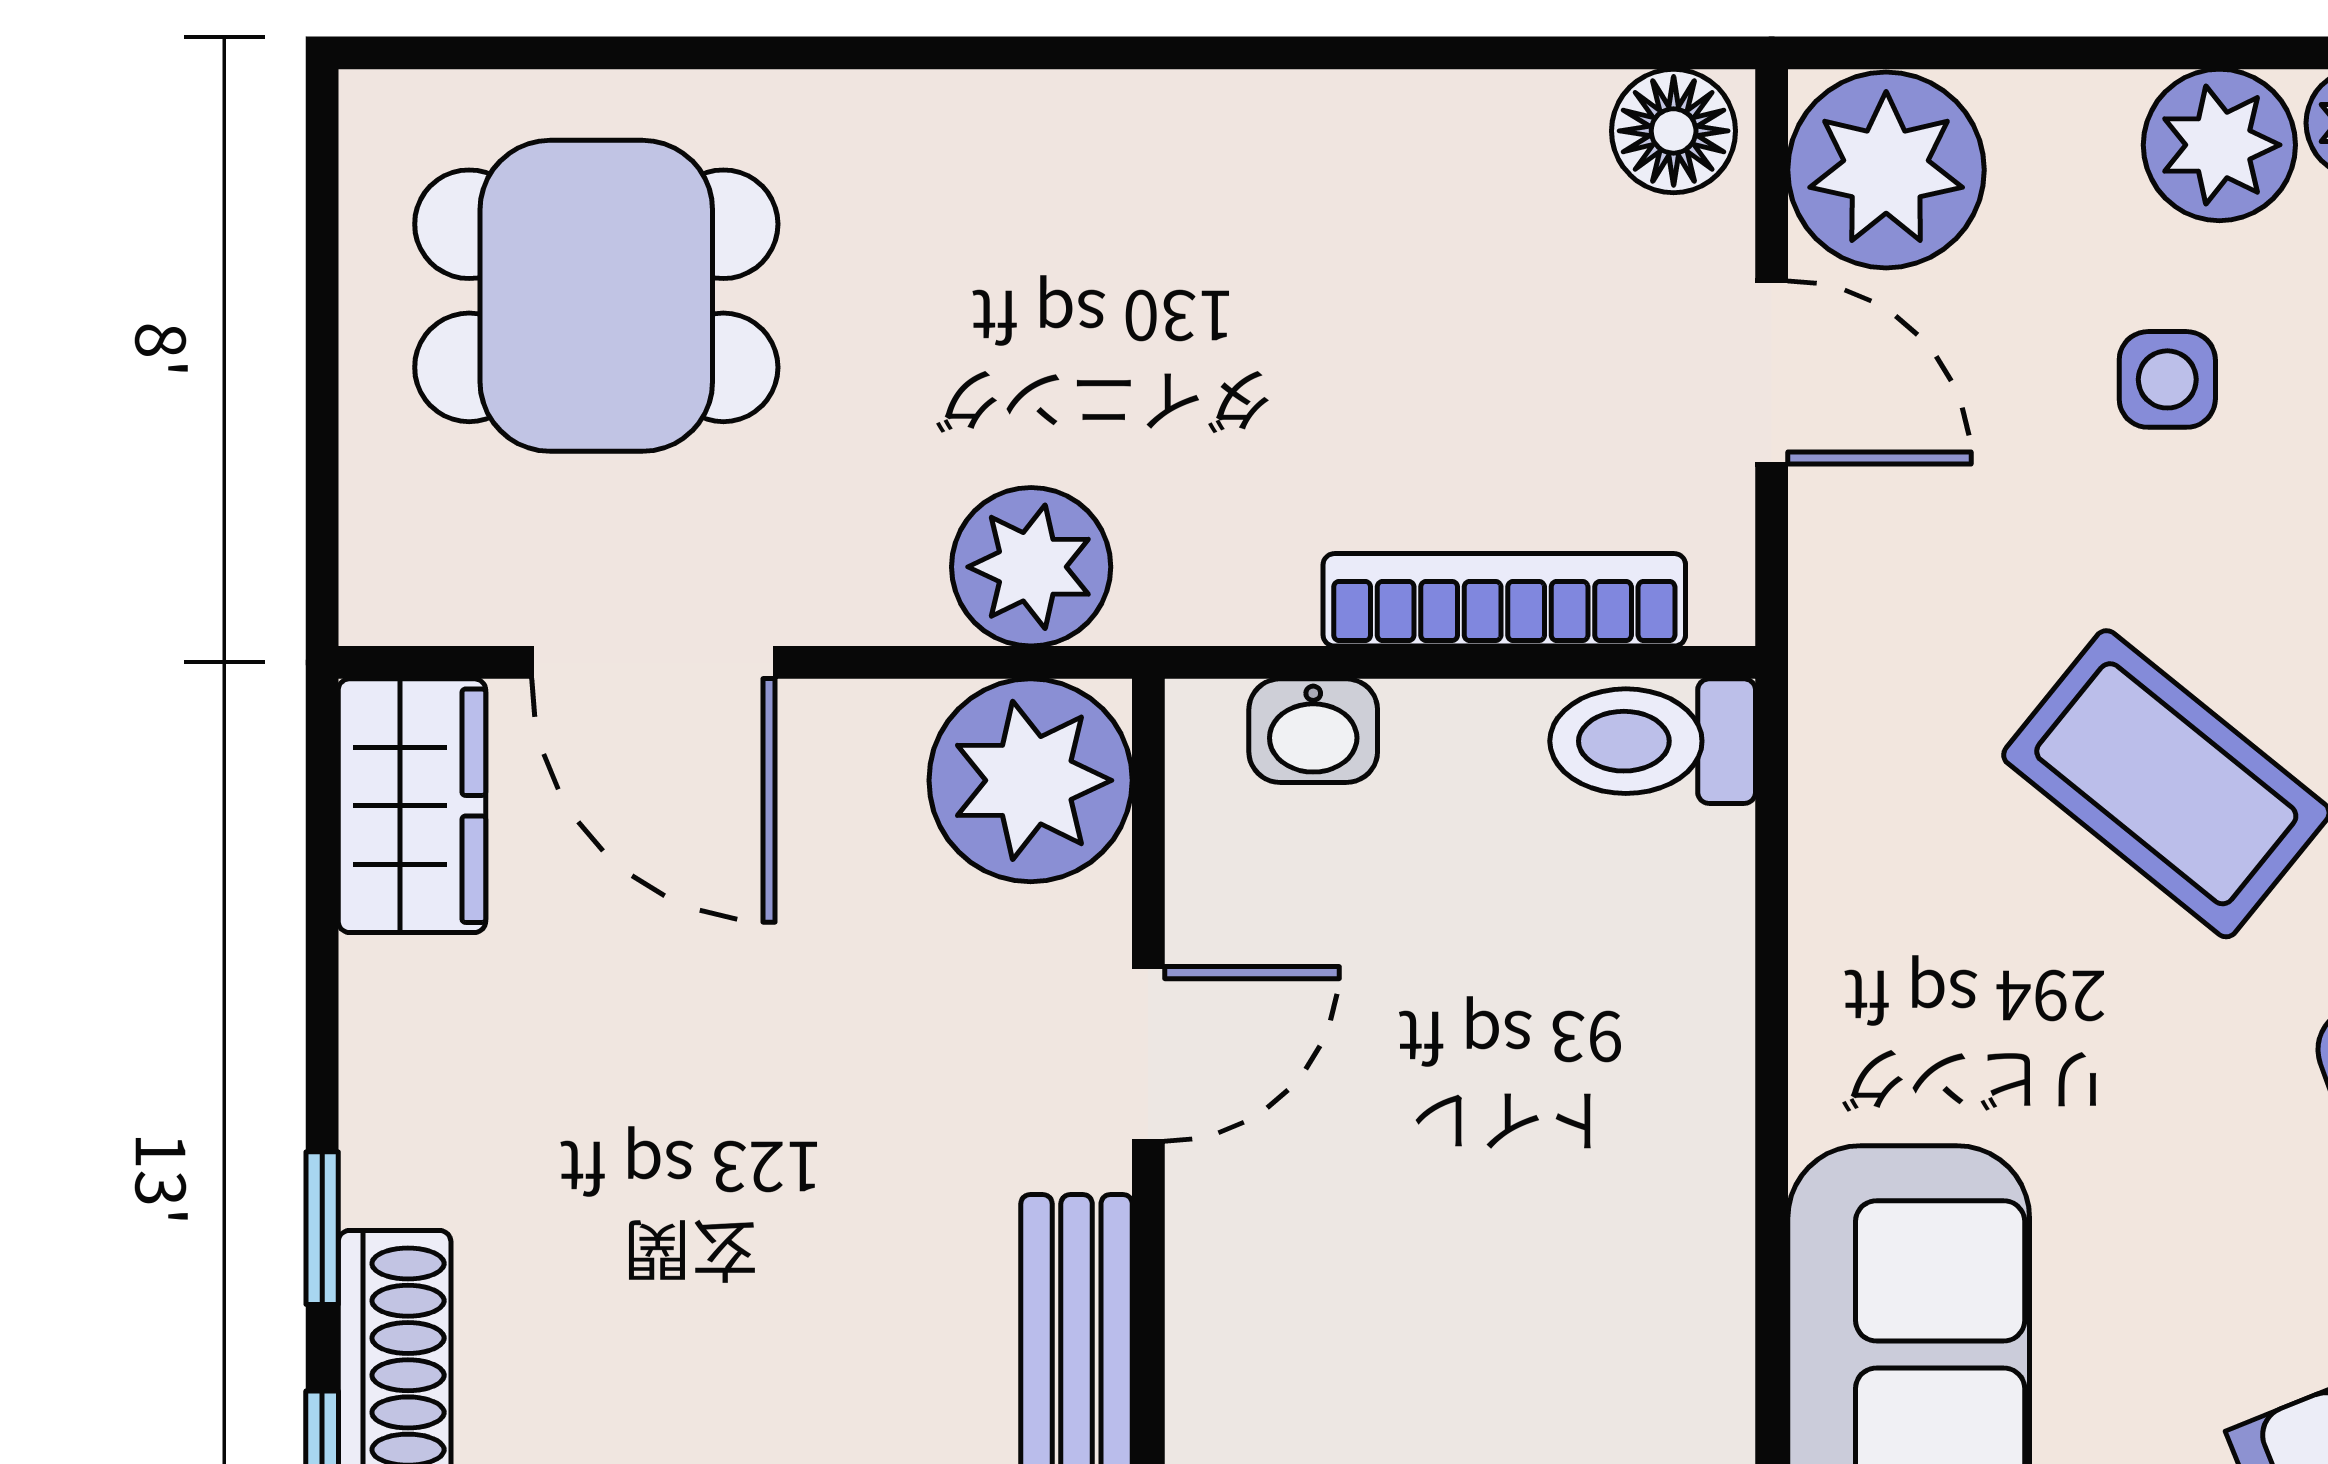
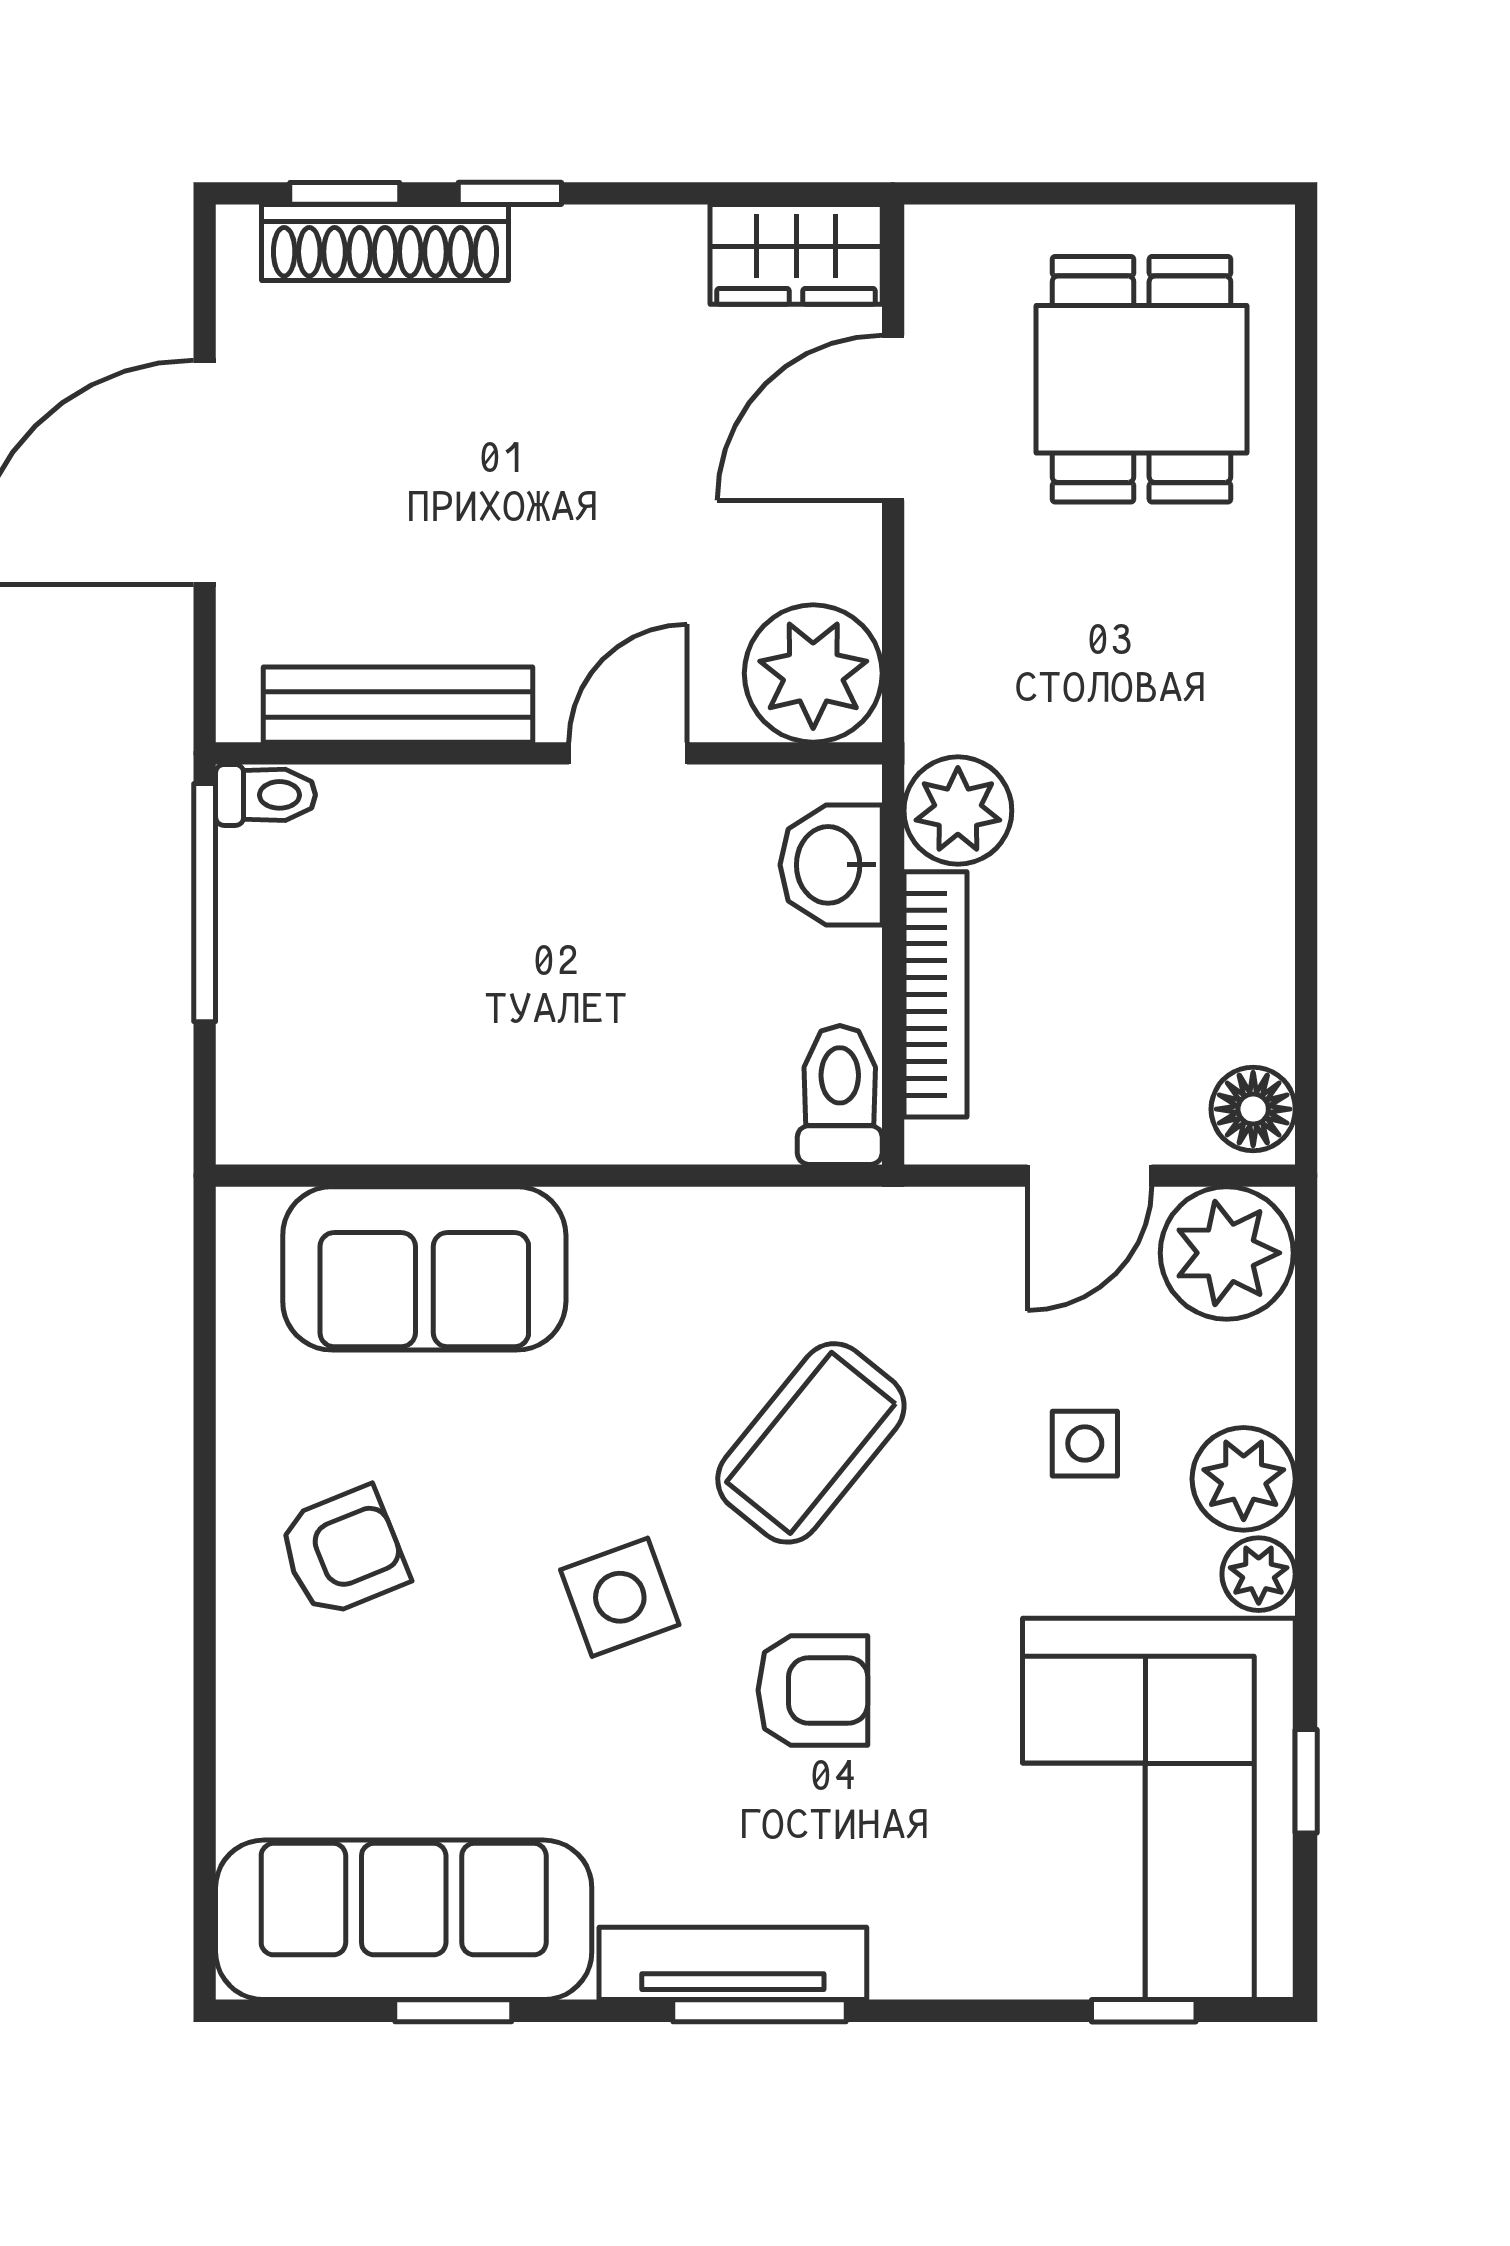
plant: (1031, 567) -> (958, 811), moved
washbasin: (1313, 731) -> (831, 865), width x1.38, depth x1.45
door: (1148, 1054) -> (628, 753), swing flipped

